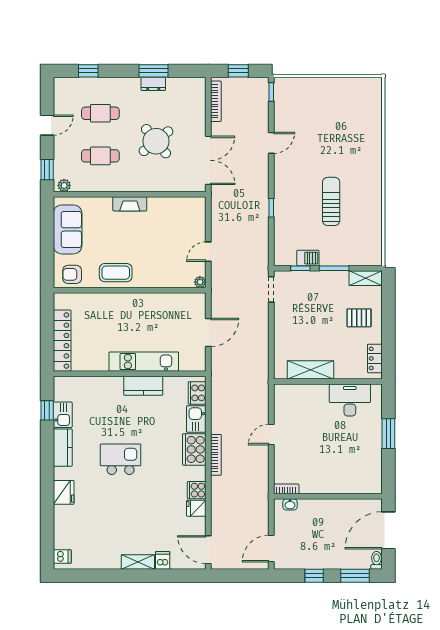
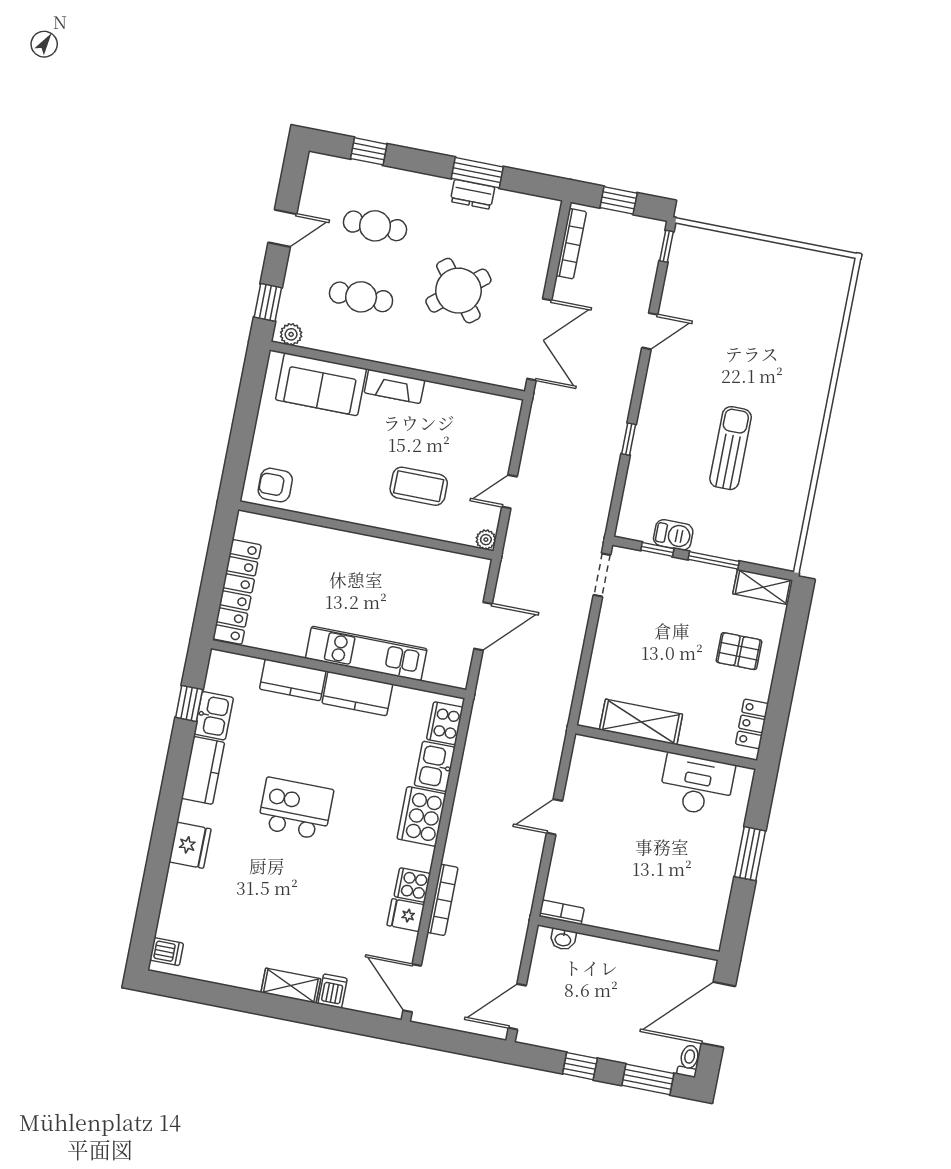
sofa: (68, 229) -> (321, 384), moved, turned 90
coffee table: (116, 273) -> (419, 486), moved
kitchen counter: (104, 385) -> (293, 680), added
bookcase: (216, 455) -> (443, 900), moved

